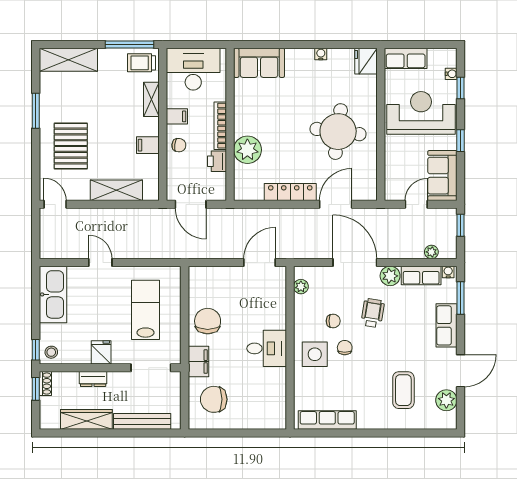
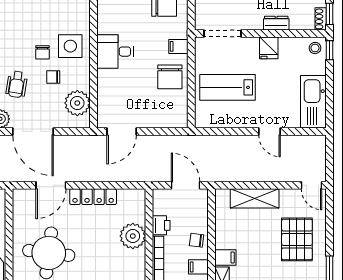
filing cabinet: (148, 145) -> (225, 258), moved
plant: (301, 287) -> (77, 103), width x1.87, depth x1.87
lab bench: (145, 310) -> (228, 87), turned 90
filing cabinet: (199, 362) -> (178, 46), width x0.50

